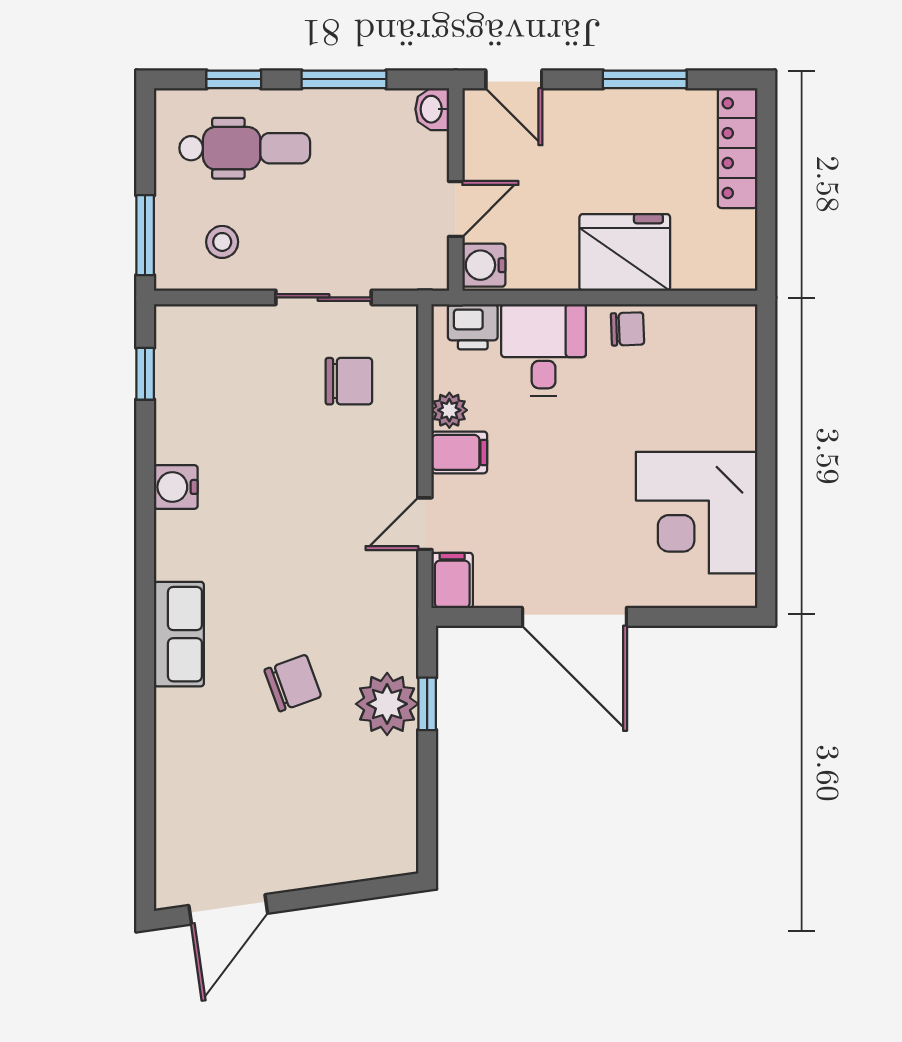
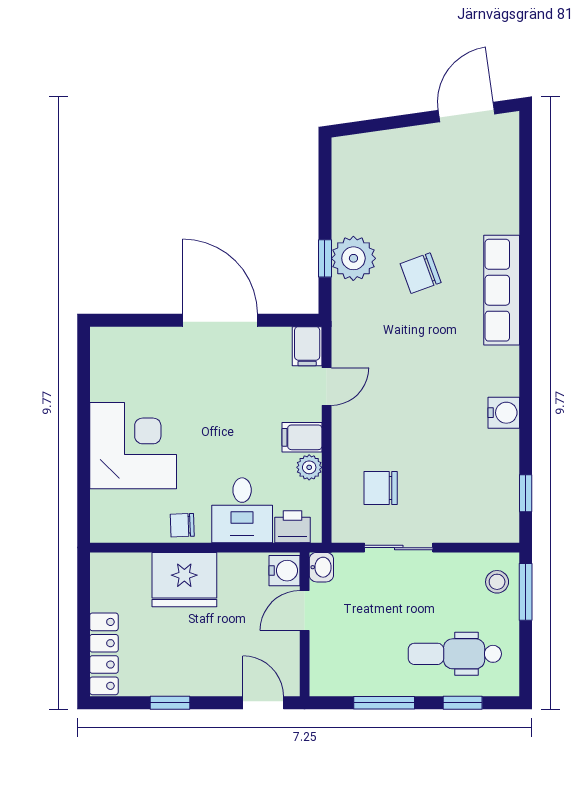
window: (645, 79) -> (170, 703), width x0.67
washbasin: (432, 109) -> (321, 567), moved
stool: (222, 242) -> (497, 582), moved
corner desk: (697, 513) -> (133, 446), moved
row of seats: (179, 634) -> (502, 290), width x1.48

